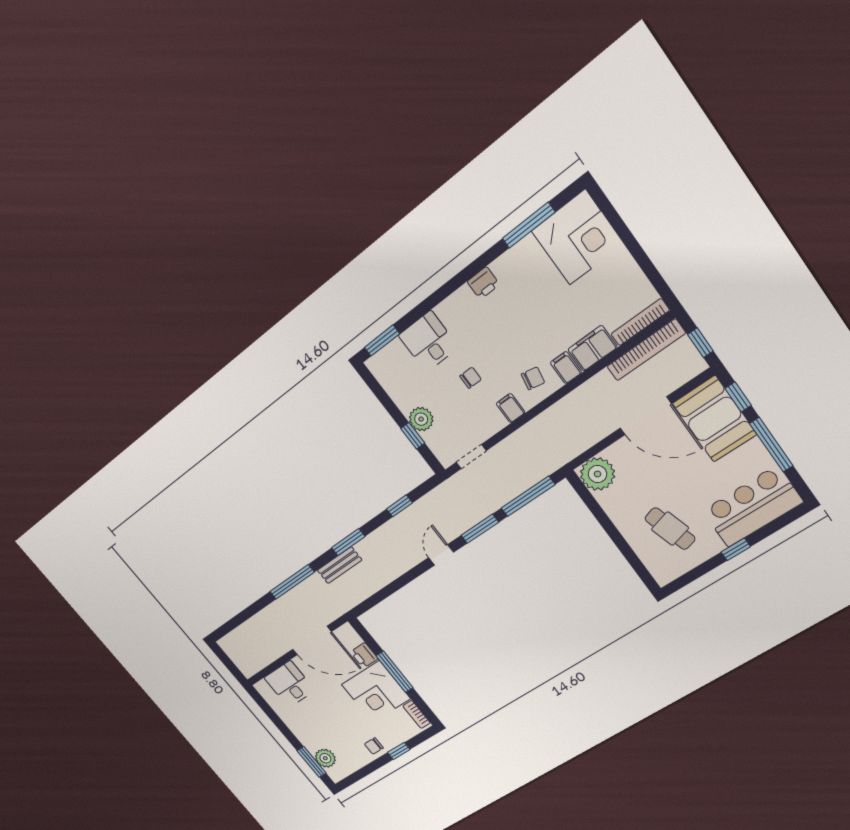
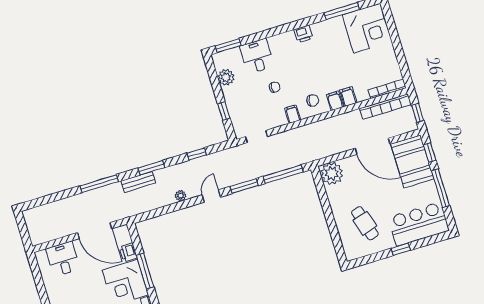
filing cabinet: (593, 348) -> (348, 97), width x0.50
plant: (421, 419) -> (226, 77), moved
plant: (401, 566) -> (181, 196), added

